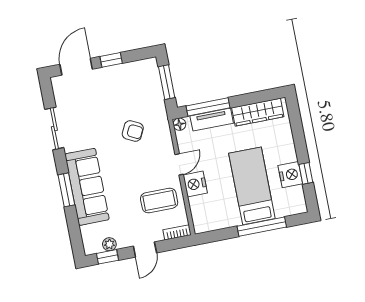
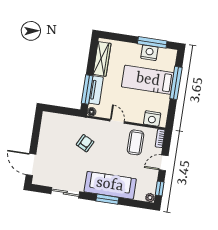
window: (111, 60) -> (35, 141), removed
window: (167, 82) -> (62, 110), removed
window: (306, 173) -> (152, 42), width x2.17
nightstand: (195, 184) -> (152, 118), moved
plant: (109, 244) -> (150, 198), moved
door: (145, 249) -> (164, 163), swing flipped

